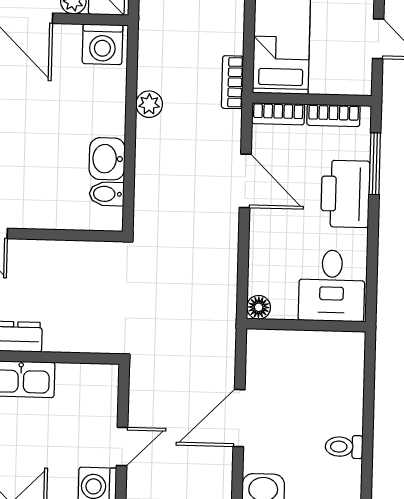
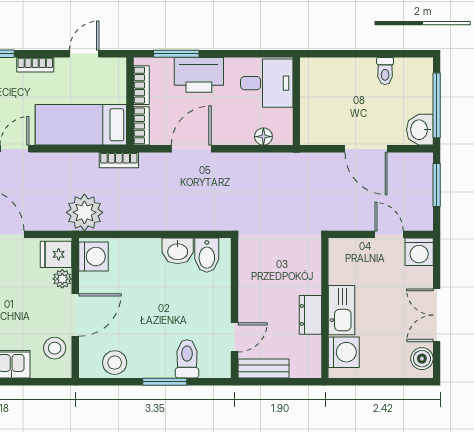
plant: (149, 104) -> (84, 212), moved, width x1.88, depth x1.88
bidet: (107, 194) -> (207, 255), width x1.38, depth x1.36
floor lamp: (259, 307) -> (263, 137), moved

